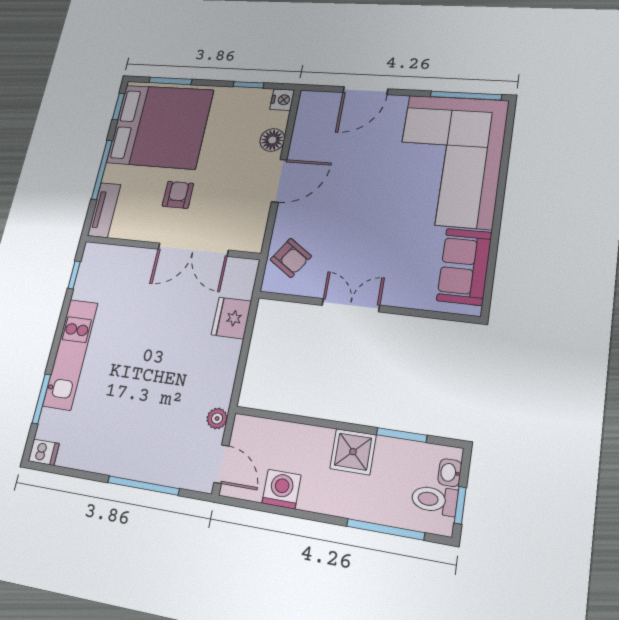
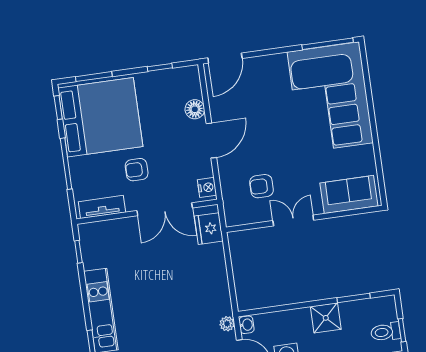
door: (365, 91) -> (225, 58), moved
nightstand: (282, 100) -> (207, 187), moved
armchair: (178, 195) -> (137, 170), turned -90
tv unit: (104, 210) -> (102, 207), moved, turned -90
armchair: (291, 258) -> (262, 186), moved, turned 146
sofa: (464, 266) -> (349, 194), moved, turned 90
fridge: (231, 318) -> (209, 229), moved
washbasin: (450, 473) -> (246, 325), moved, turned 180

